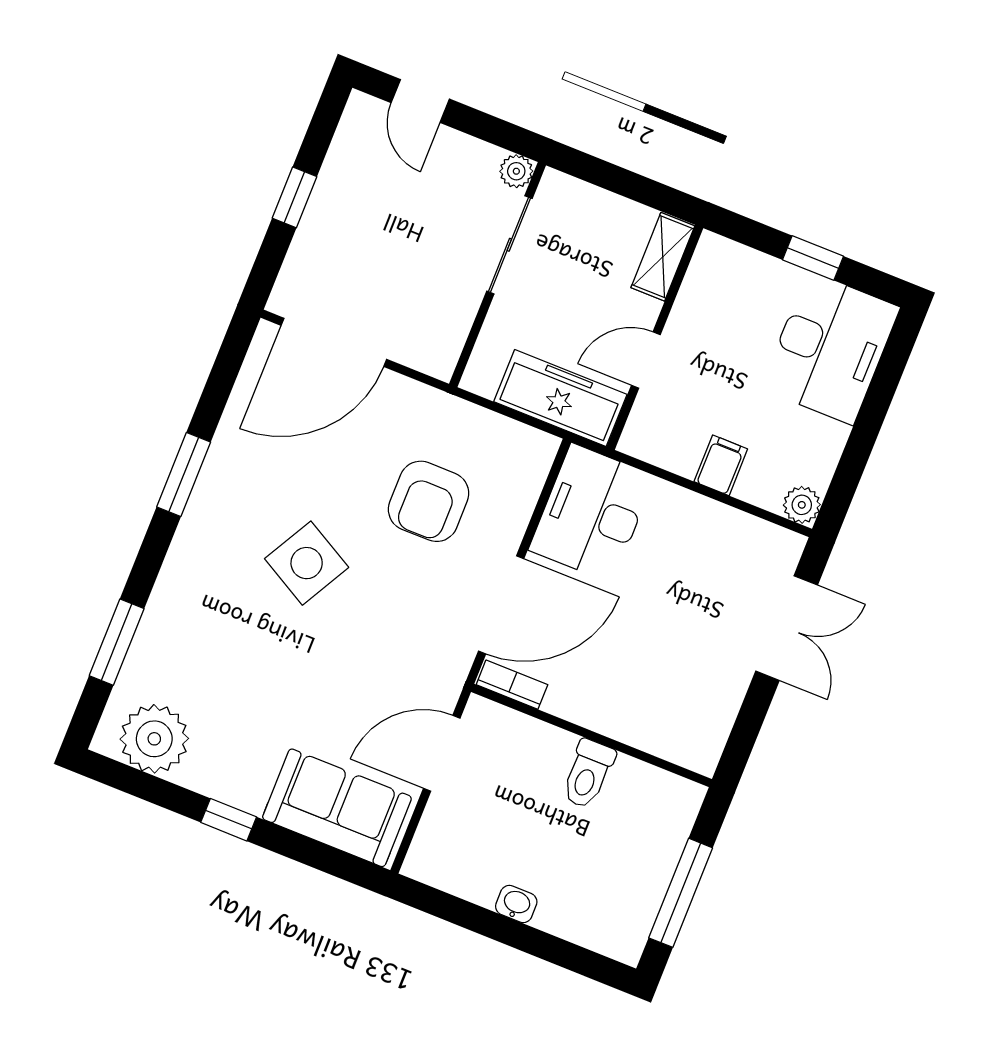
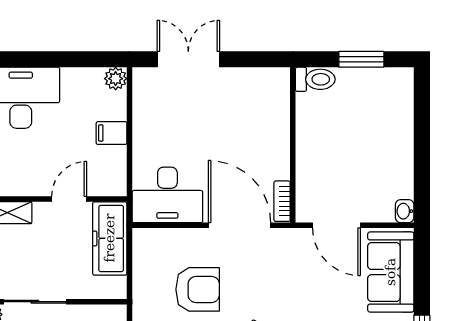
door: (646, 360) -> (69, 199), swing flipped
toilet: (588, 774) -> (315, 79), moved
window: (681, 893) -> (361, 59), width x0.69
washbasin: (516, 904) -> (405, 211), moved

